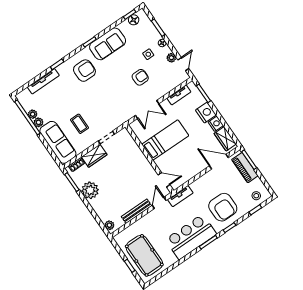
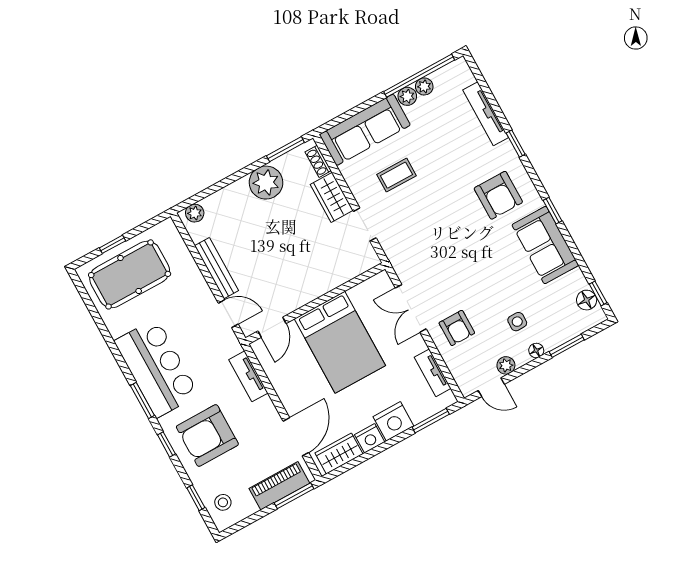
armchair: (140, 77) -> (457, 328), moved
bed: (165, 140) -> (340, 342), width x1.50
tv unit: (180, 196) -> (248, 376), moved

